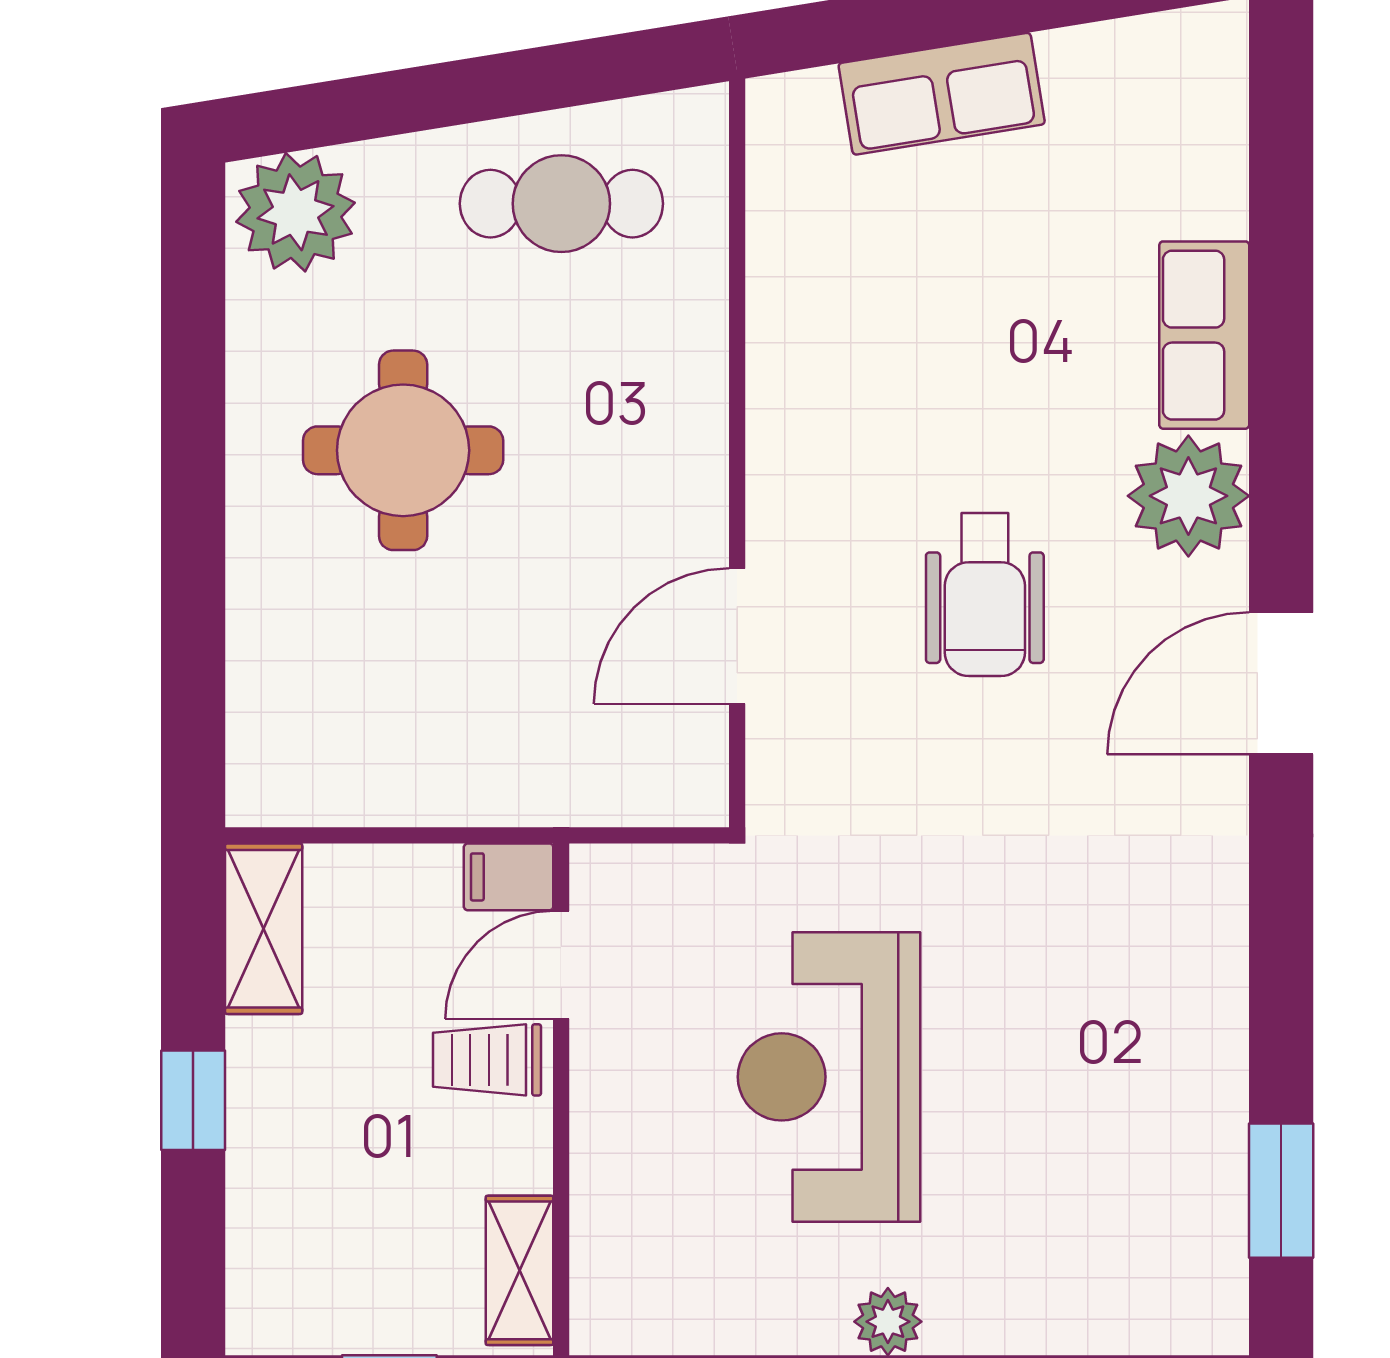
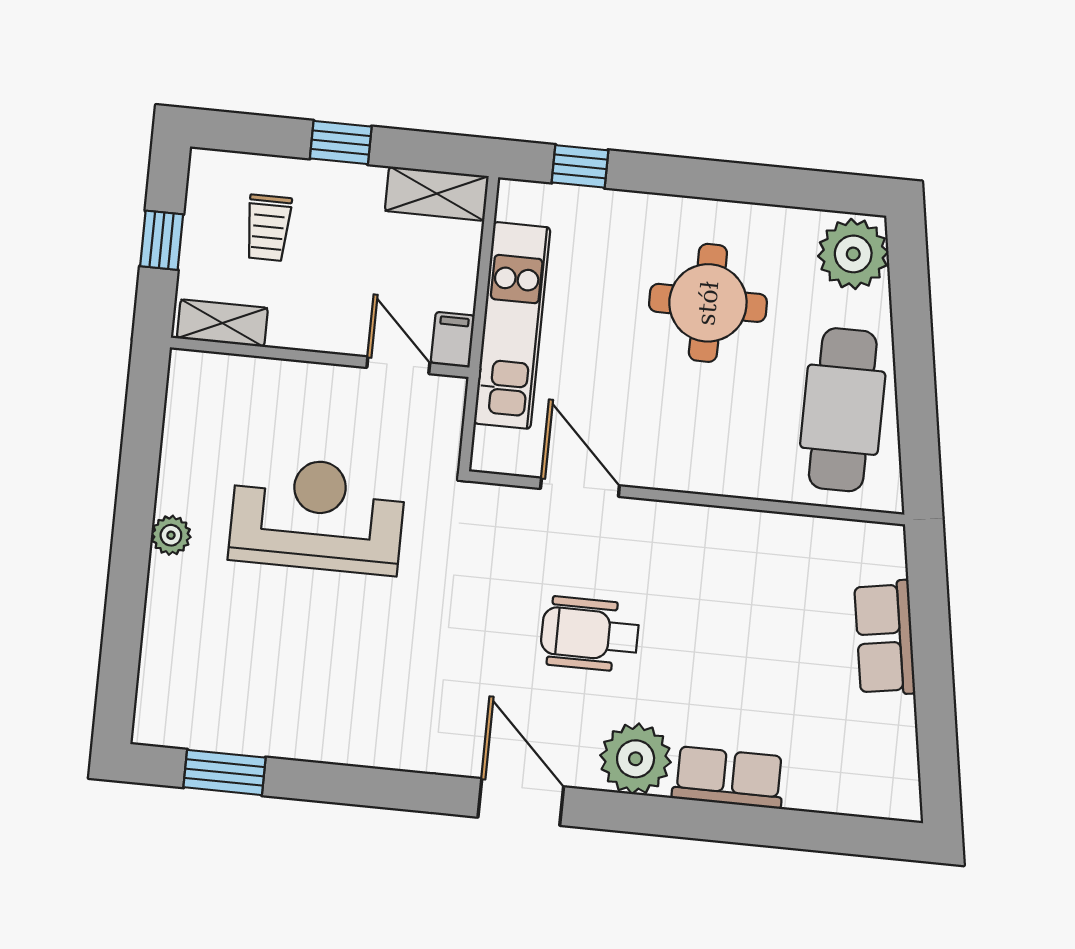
cafe table: (561, 204) -> (843, 410), width x1.37, depth x1.35
window: (193, 690) -> (580, 166), added
kitchen unit: (474, 779) -> (512, 325), added
trolley: (487, 1060) -> (268, 228), moved, turned 180

